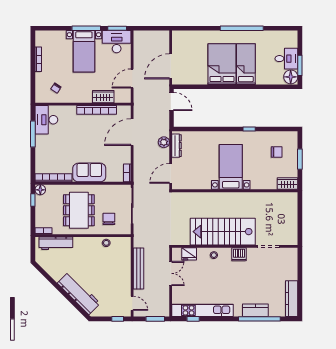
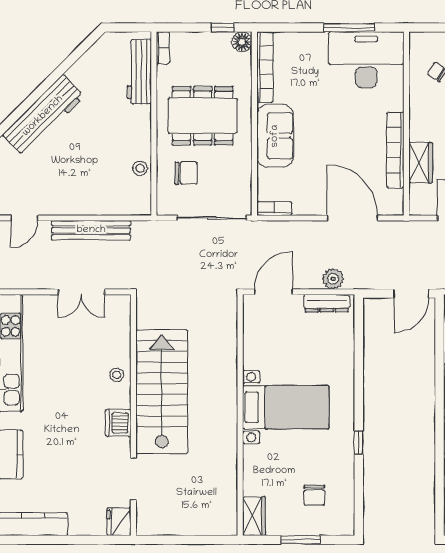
desk: (46, 120) -> (366, 60), width x1.36, depth x1.30
door: (171, 173) -> (273, 292), hinge flipped
fridge: (189, 254) -> (119, 522), moved

